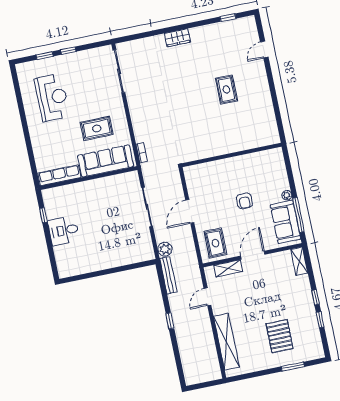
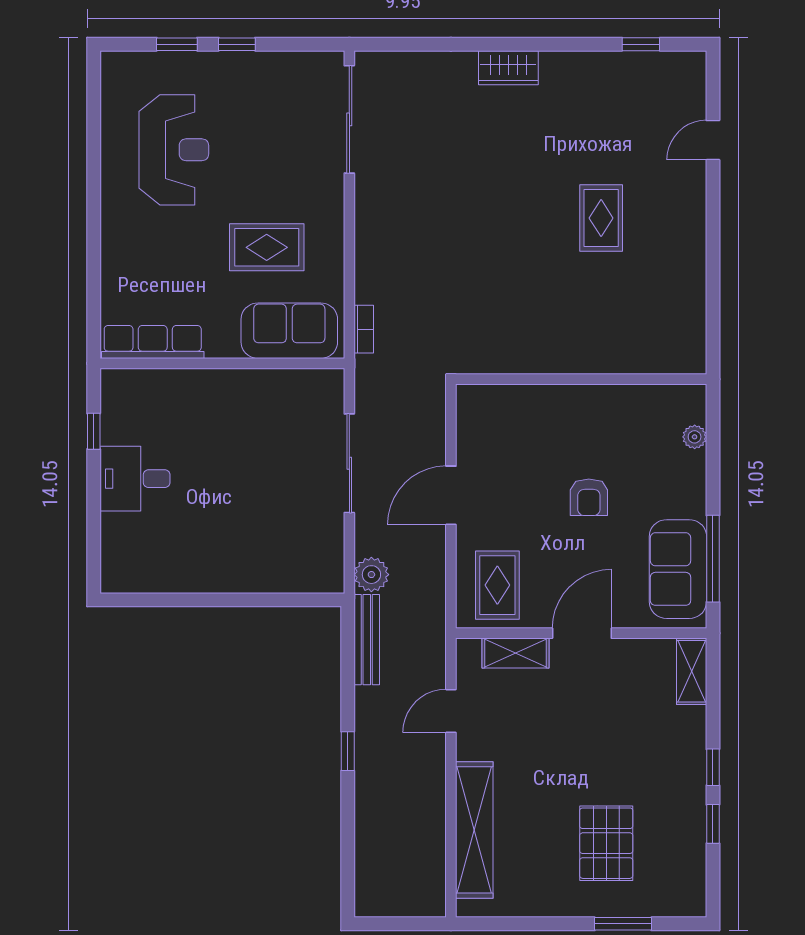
sofa: (106, 161) -> (289, 331), width x0.73
plant: (287, 195) -> (695, 437), moved

